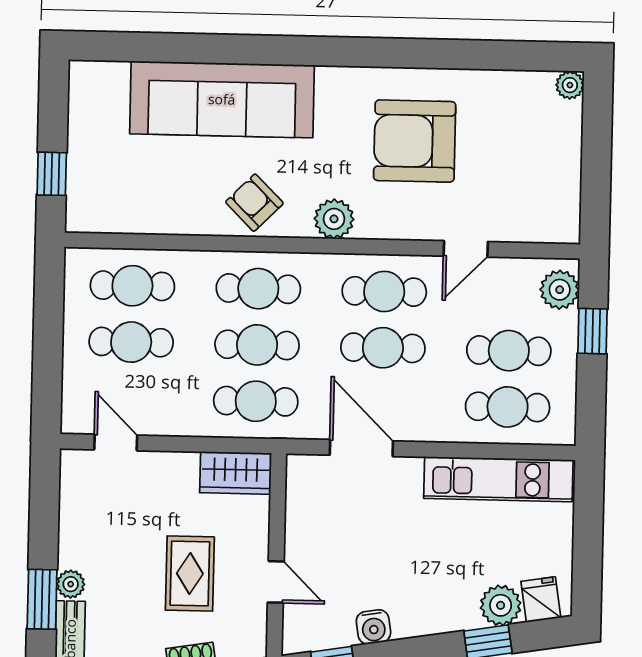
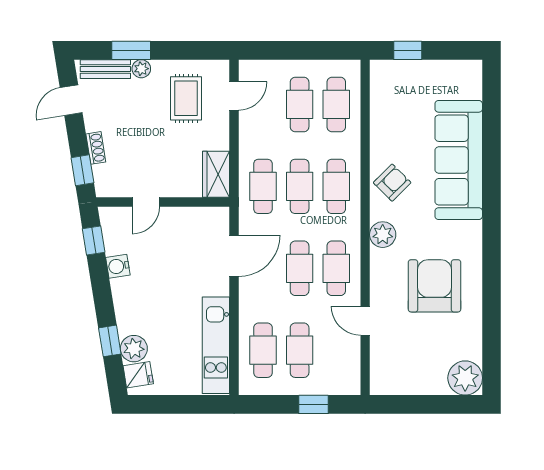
plant: (570, 85) -> (465, 378), width x1.88, depth x1.88
plant: (560, 290) -> (340, 382), removed
rug: (190, 574) -> (186, 98), moved, turned 90

